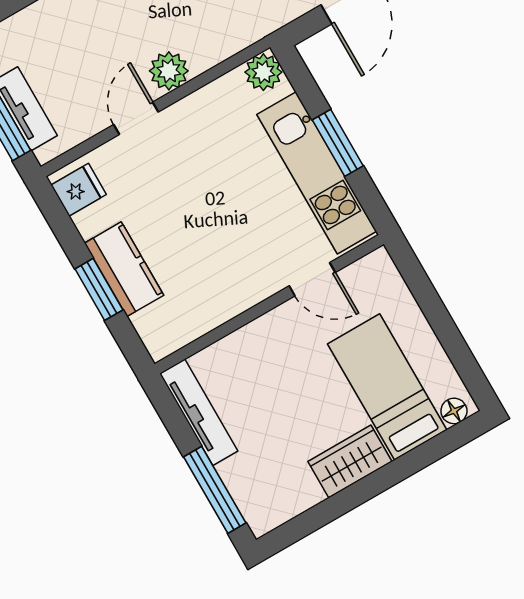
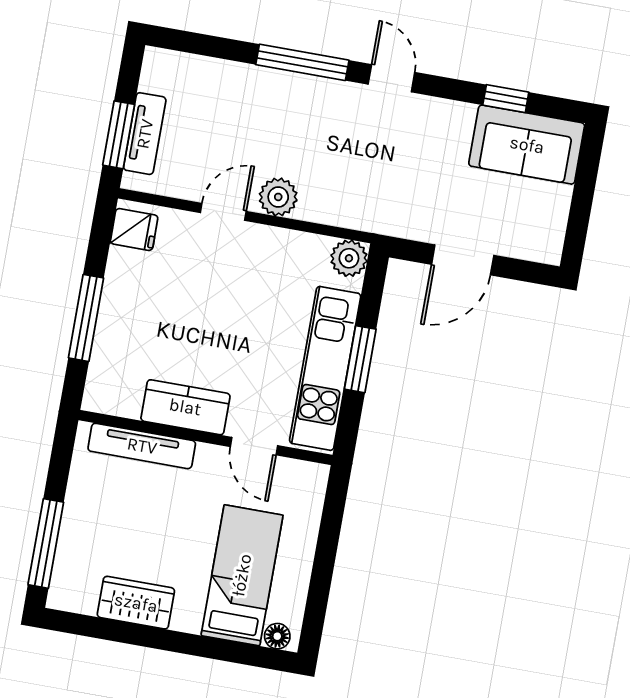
kitchen counter: (124, 269) -> (185, 407), moved, turned -90
window: (99, 289) -> (86, 318), width x1.44
tv unit: (199, 412) -> (142, 446), moved, turned 90
wardrobe: (350, 461) -> (136, 603), moved

